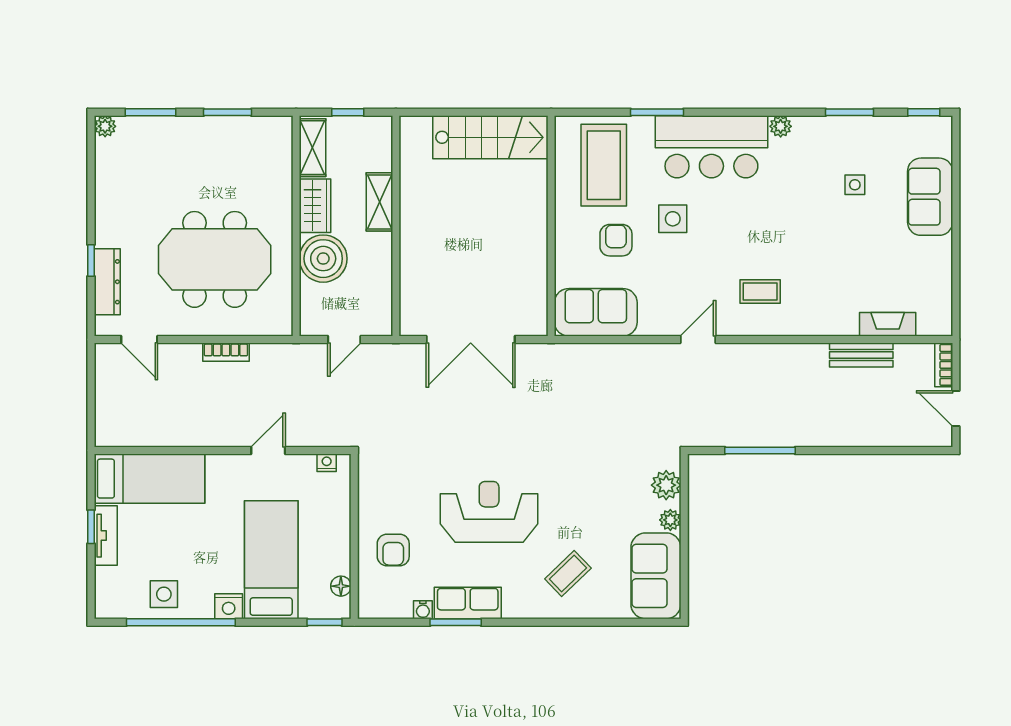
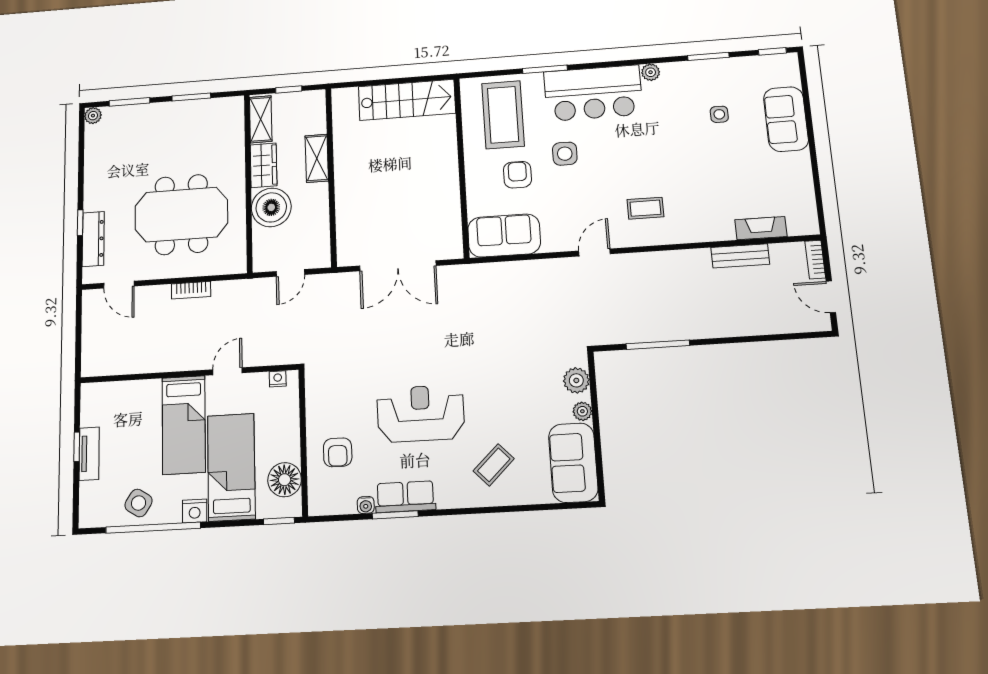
bed: (149, 479) -> (184, 425), moved, turned 90
floor lamp: (341, 586) -> (285, 480), width x1.89, depth x1.89
side table: (164, 594) -> (139, 503), turned 33

